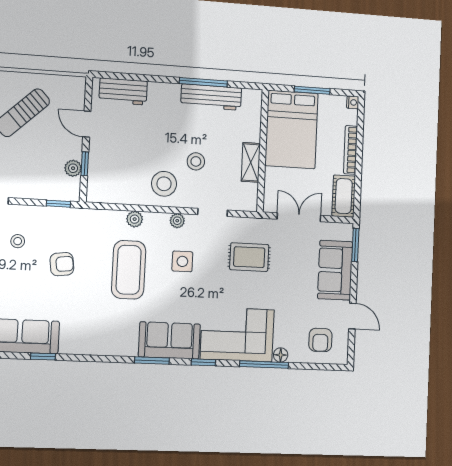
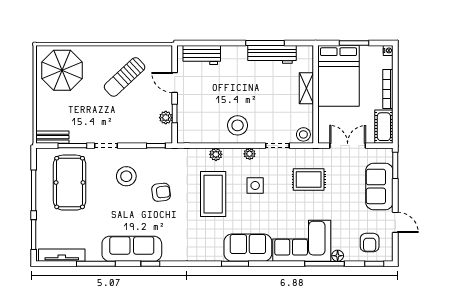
stool: (196, 161) -> (303, 134), moved
shelving: (251, 162) -> (306, 88), moved
stool: (18, 241) -> (126, 176), width x1.89, depth x1.89
window: (203, 362) -> (374, 264), moved

